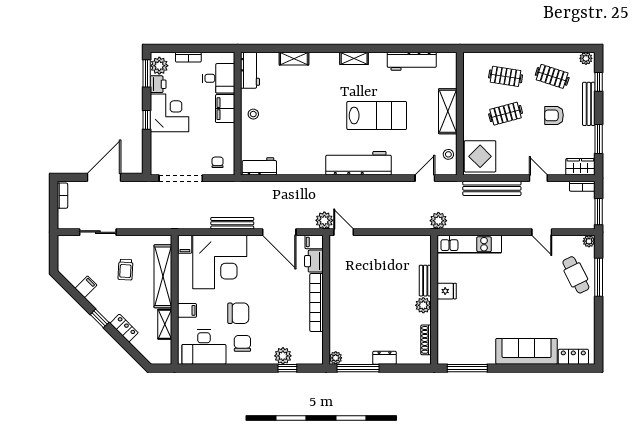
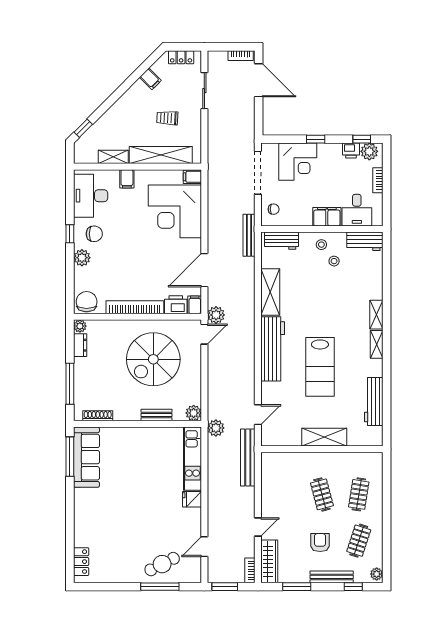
shelving: (294, 59) -> (376, 315), moved
window: (147, 73) -> (362, 139), width x0.67
corner desk: (170, 113) -> (298, 162), moved
stool: (448, 154) -> (334, 261), moved
display table: (480, 156) -> (280, 469), removed
workbench: (259, 166) -> (281, 241), moved, turned 90
shelving: (301, 166) -> (270, 292), added
wardrobe: (580, 167) -> (269, 561), width x1.50
door: (104, 177) -> (259, 80), moved
door: (425, 178) -> (258, 415), hinge flipped
bench: (492, 188) -> (248, 457), moved
bench: (232, 223) -> (249, 235), moved
door: (542, 232) -> (204, 547), moved
plant: (589, 241) -> (196, 577), removed
spiral stairs: (369, 284) -> (153, 359), added
fridge: (447, 291) -> (192, 499), moved, turned 90
plant: (423, 305) -> (194, 413), moved
chair: (238, 313) -> (87, 302), moved, turned 180
window: (100, 318) -> (83, 128), moved
locker: (124, 328) -> (181, 57), moved, turned 45
sofa: (527, 351) -> (86, 457), moved
plant: (283, 356) -> (82, 258), moved
dresser: (384, 358) -> (80, 345), moved
window: (287, 368) -> (70, 234), moved
window: (358, 368) -> (70, 384), moved

